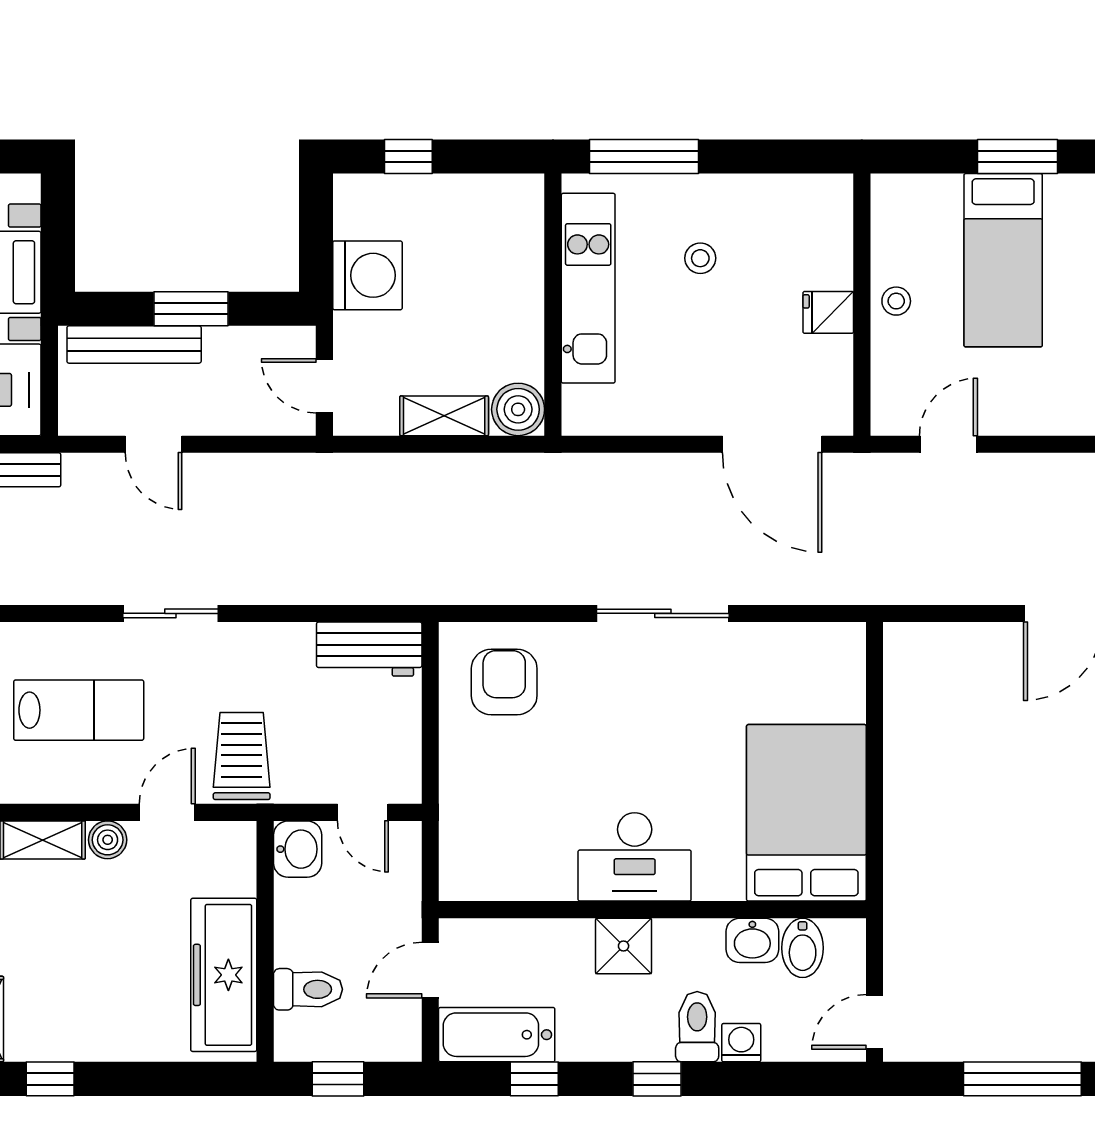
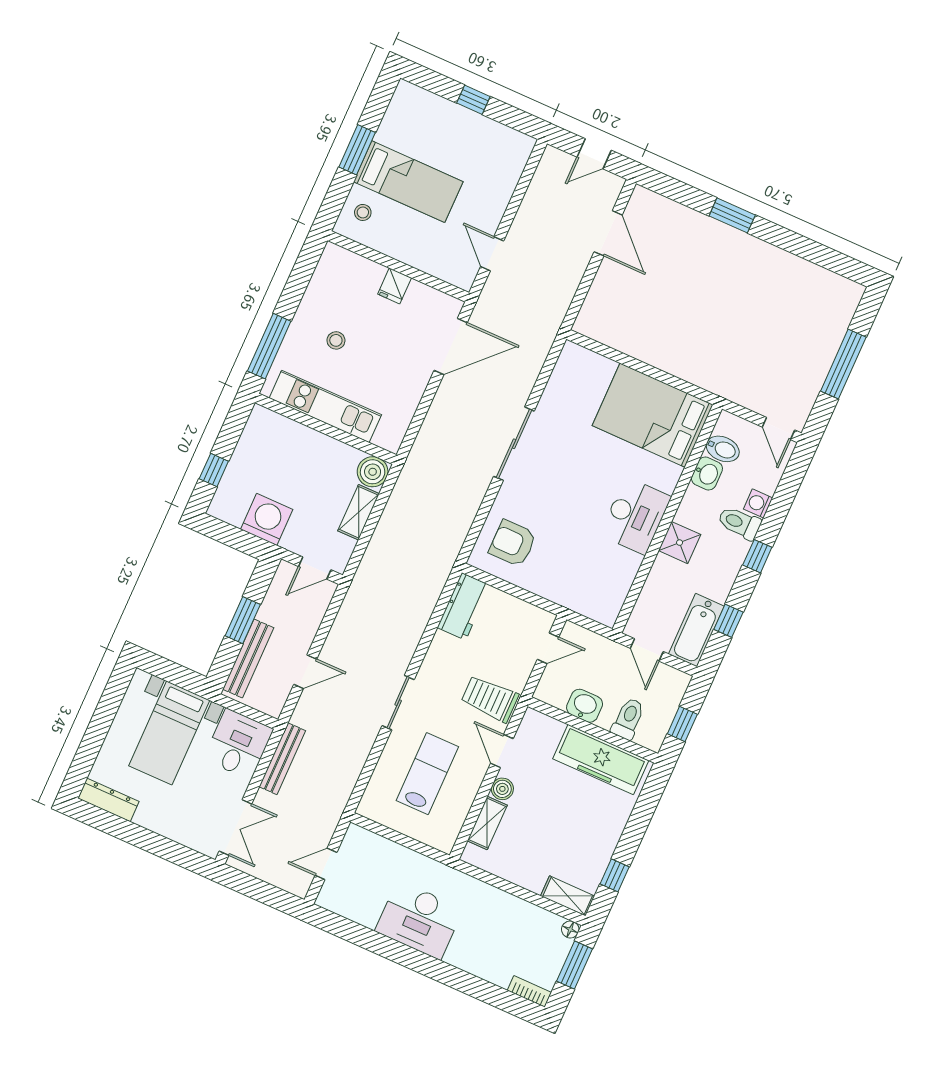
stool: (896, 301) -> (363, 212), moved
washbasin: (298, 849) -> (585, 706), moved

